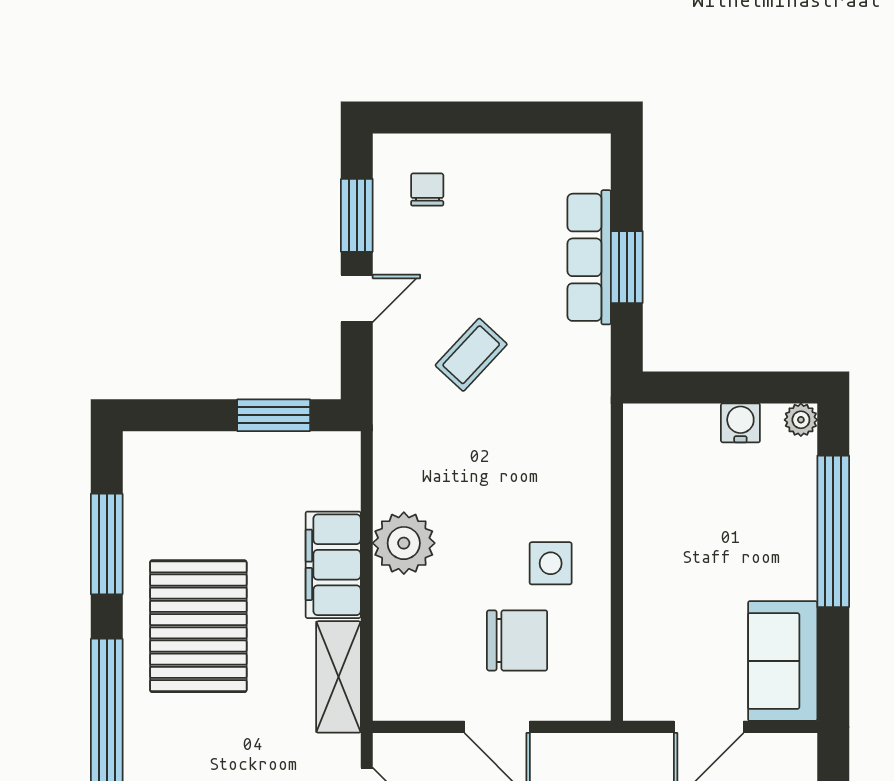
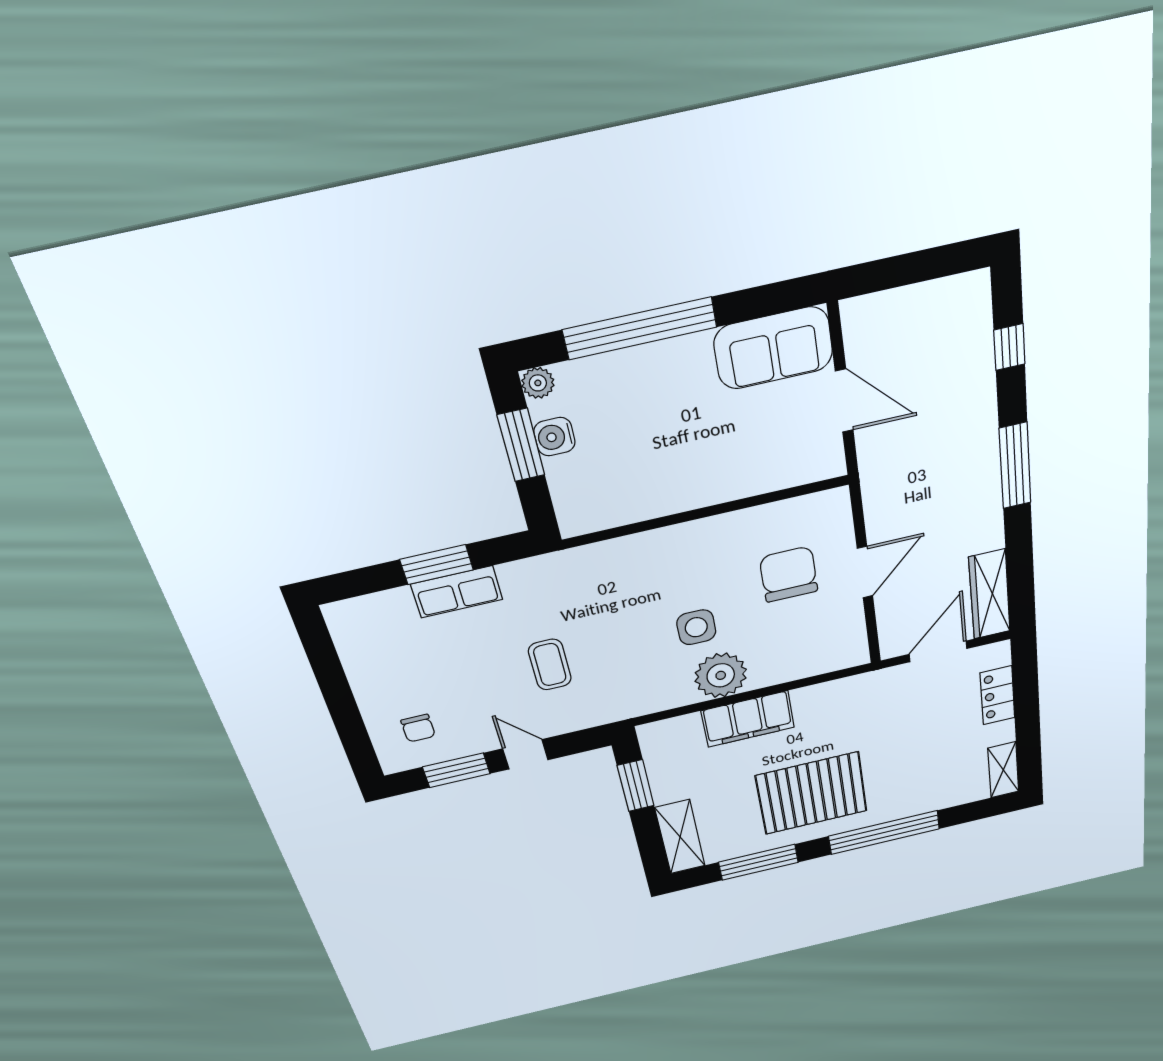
chair: (427, 190) -> (418, 728), turned -90
row of seats: (589, 257) -> (457, 592), width x0.68
coffee table: (471, 355) -> (550, 665), turned 47
window: (739, 387) -> (521, 445), added
side table: (551, 563) -> (696, 627), moved
shelving: (339, 677) -> (680, 837), moved, turned 90

